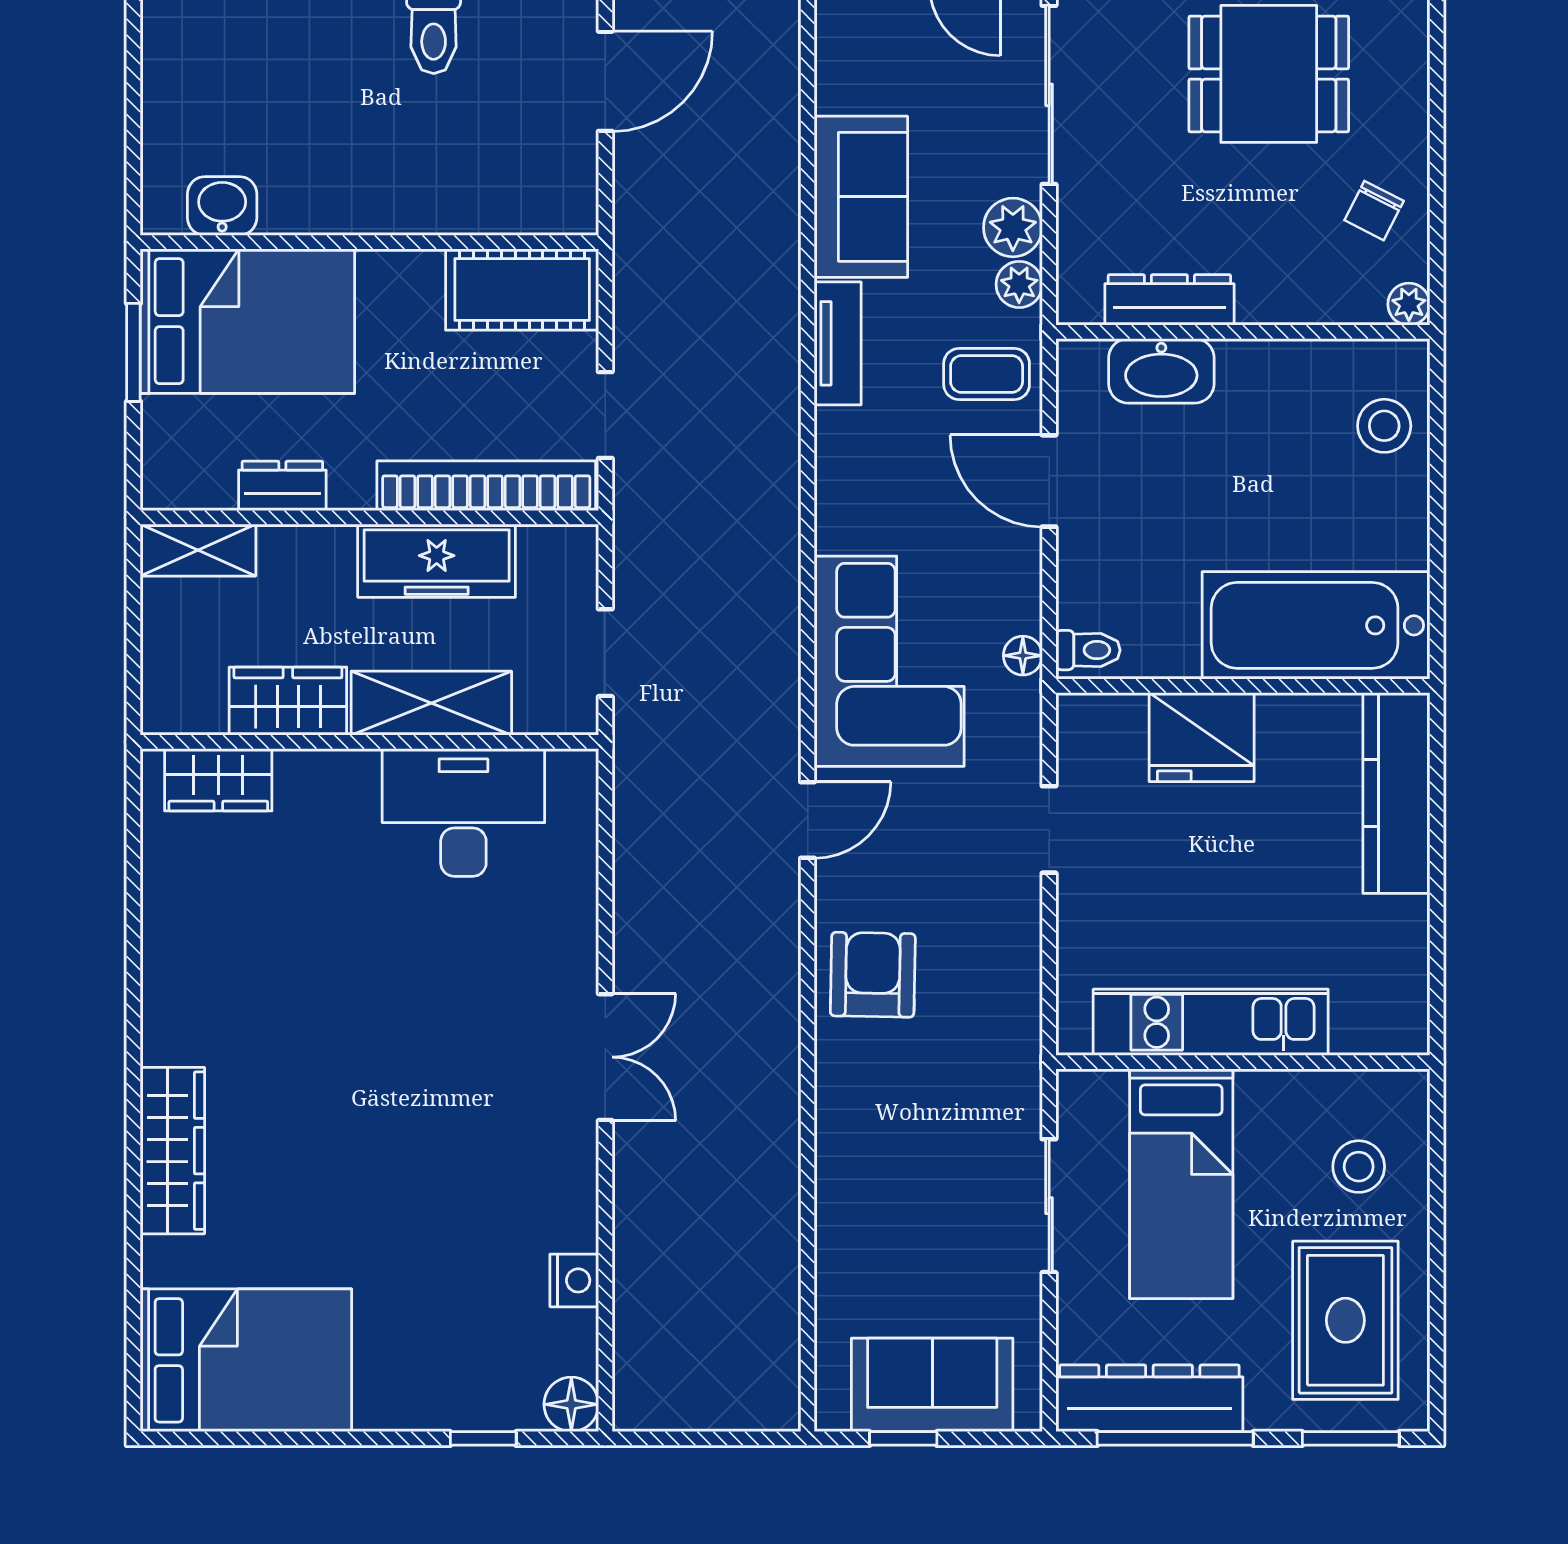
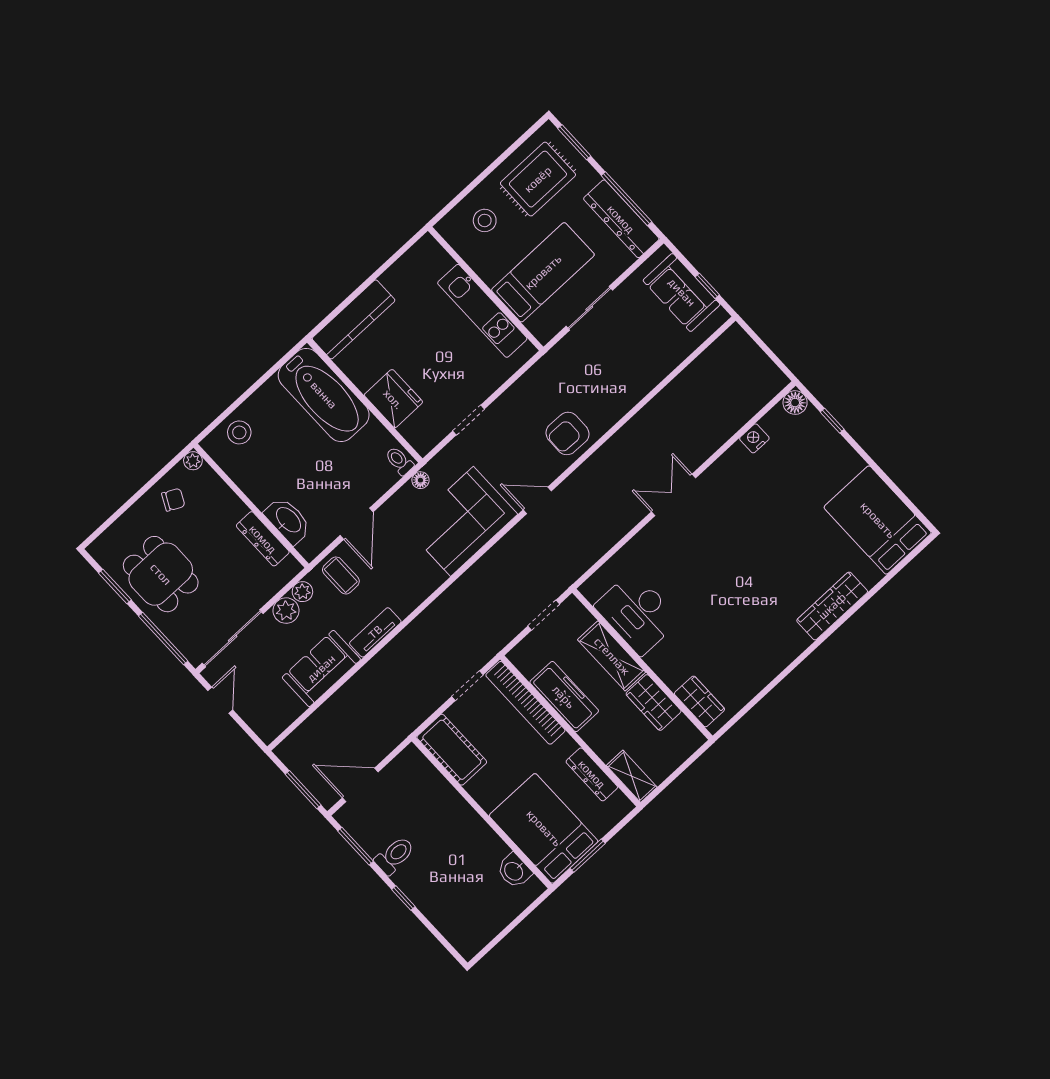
dresser: (282, 486) -> (592, 774), width x1.44

